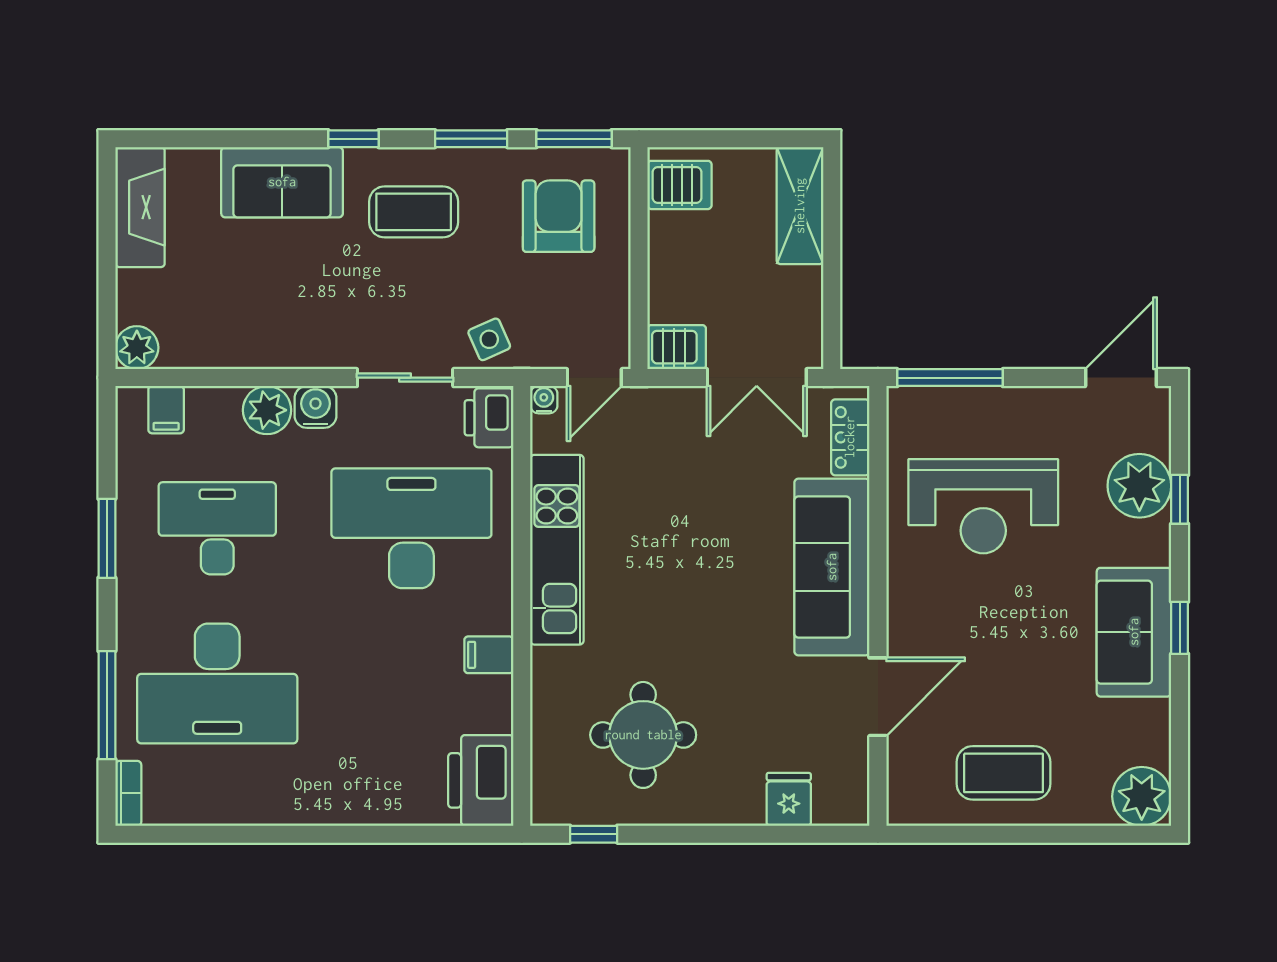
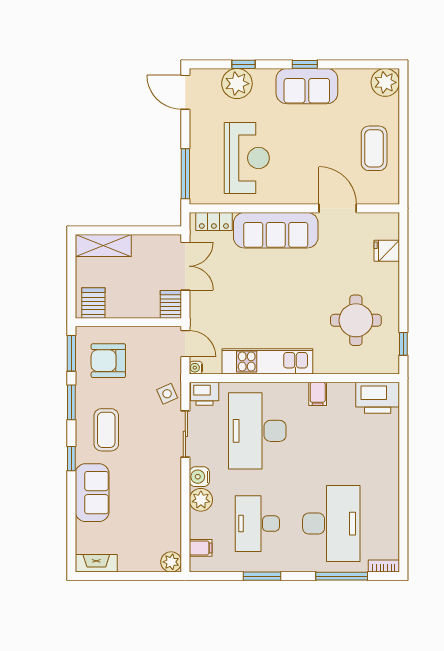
fireplace: (140, 207) -> (96, 563), width x0.73, depth x0.76

